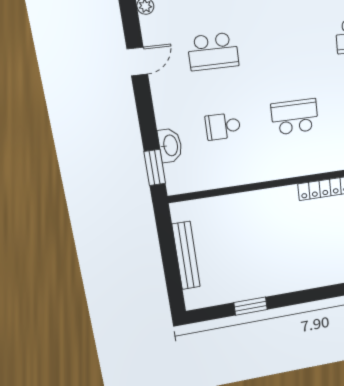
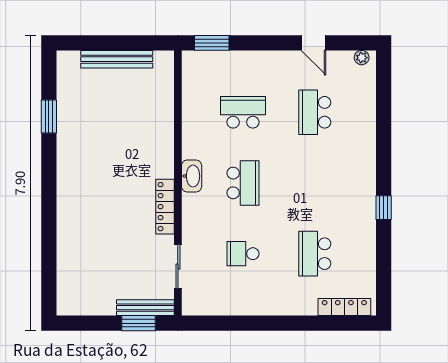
school desk: (223, 126) -> (243, 112), width x1.85
washbasin: (170, 145) -> (192, 176), moved, turned -90

